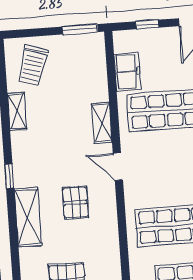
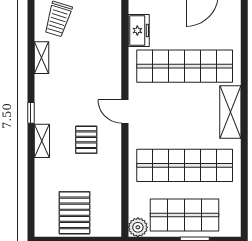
shelving: (102, 123) -> (114, 73), removed
shelving: (28, 217) -> (42, 141), width x0.67, depth x0.75

